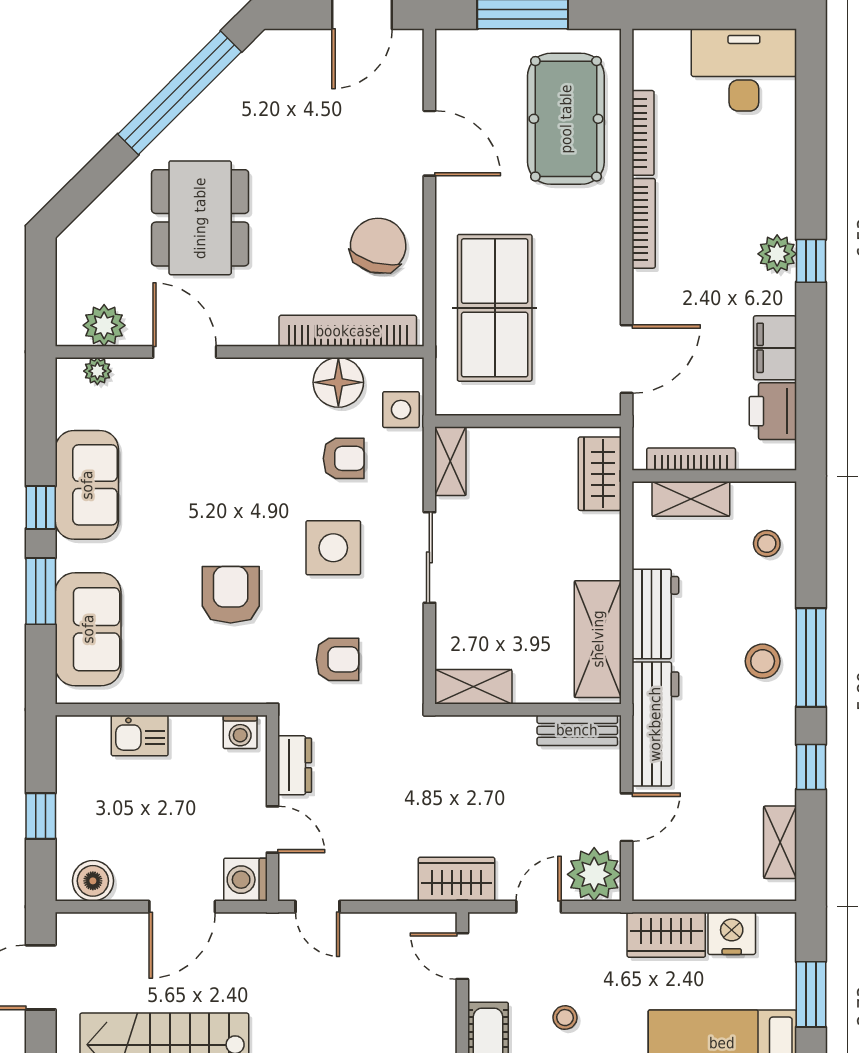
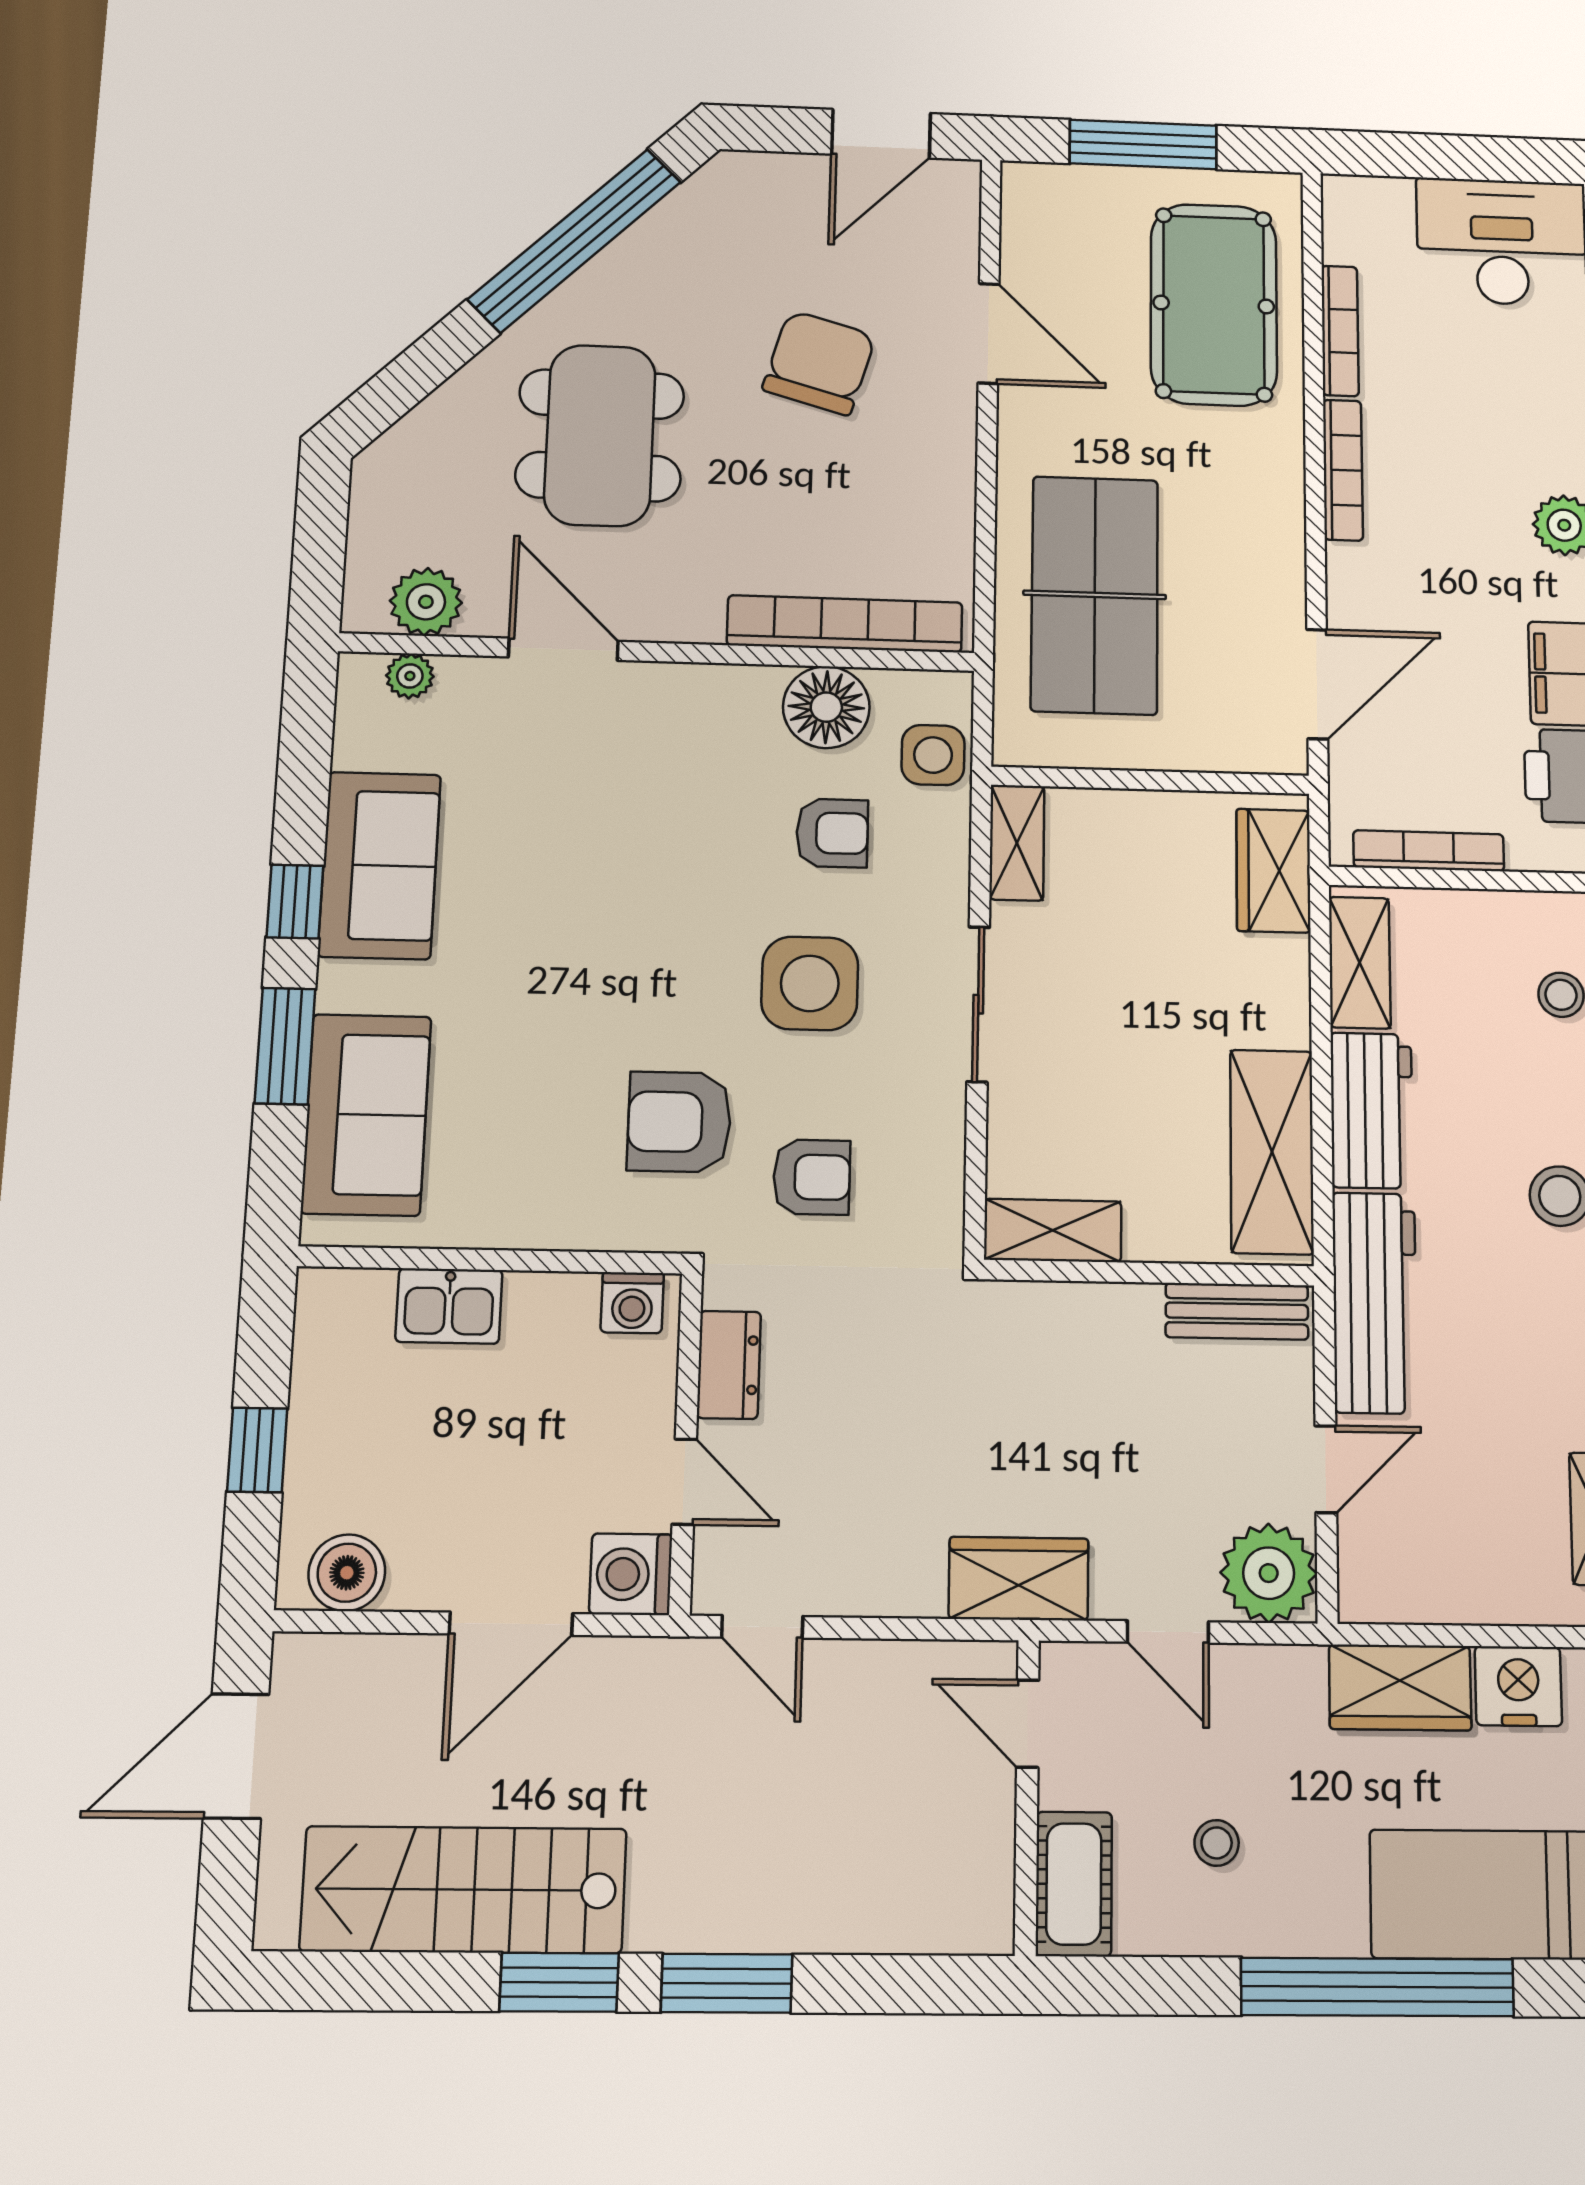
chair: (378, 246) -> (819, 363), moved
shelving: (691, 499) -> (1360, 963), moved, turned 90
armchair: (231, 595) -> (679, 1122), moved, turned -90
door: (539, 907) -> (1168, 1632), swing flipped

